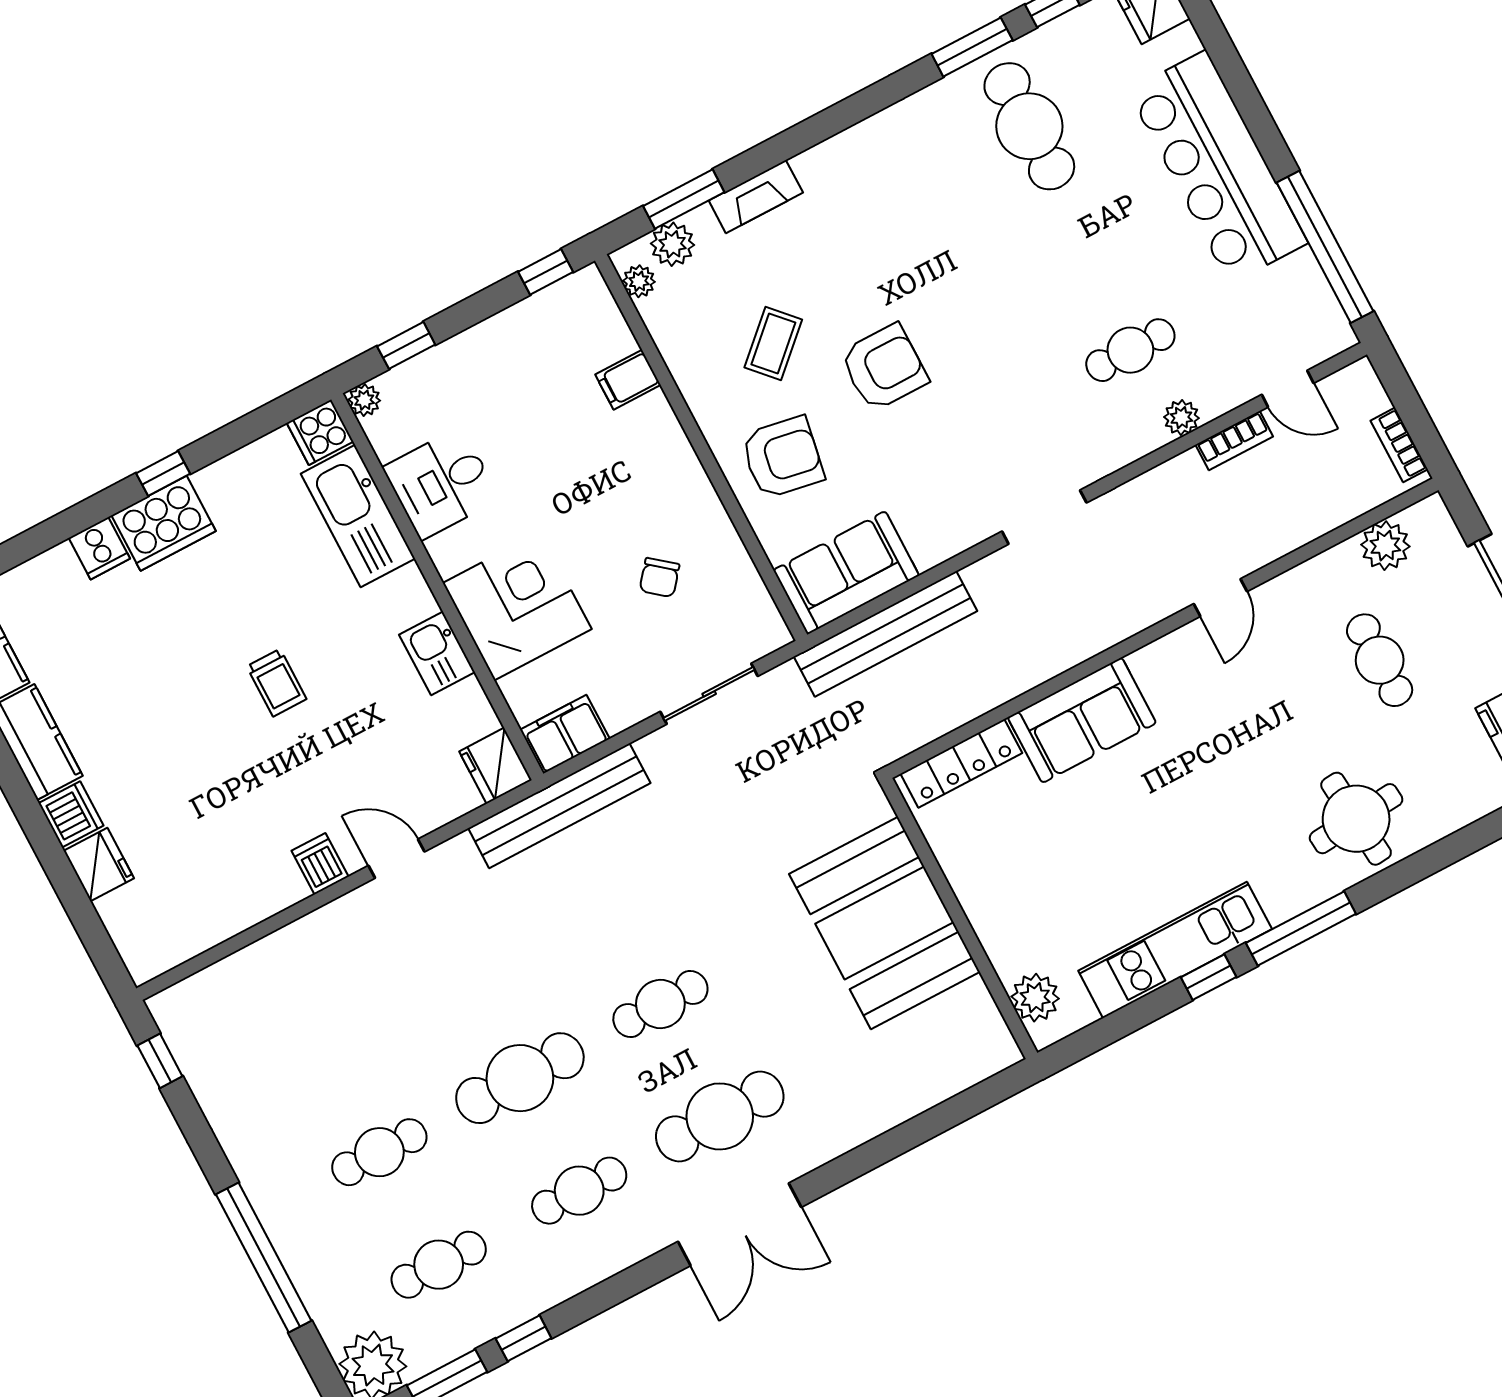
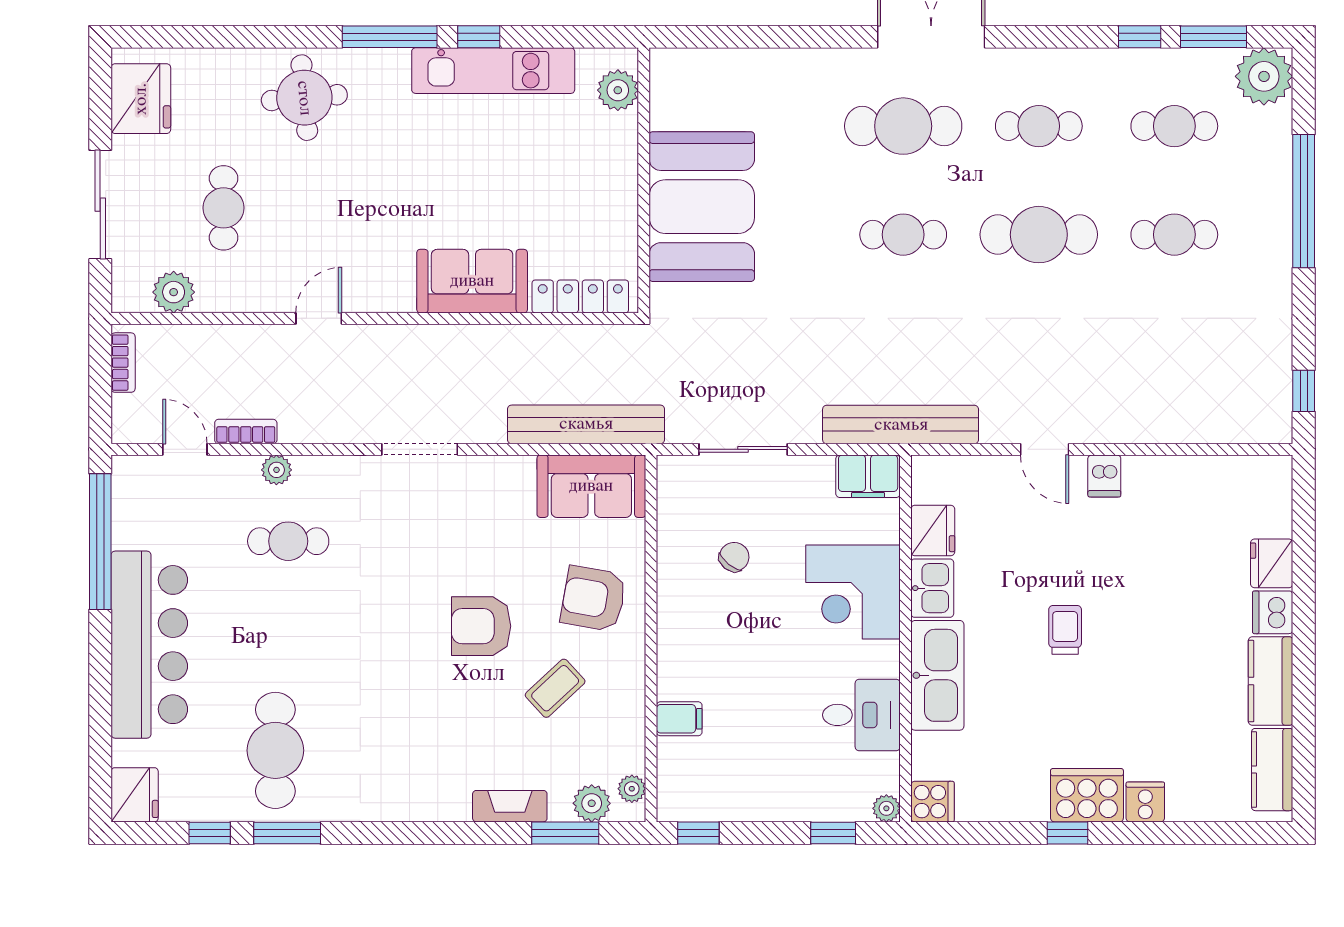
kitchen sink: (358, 516) -> (937, 675), moved
fridge: (496, 766) -> (933, 530), moved

